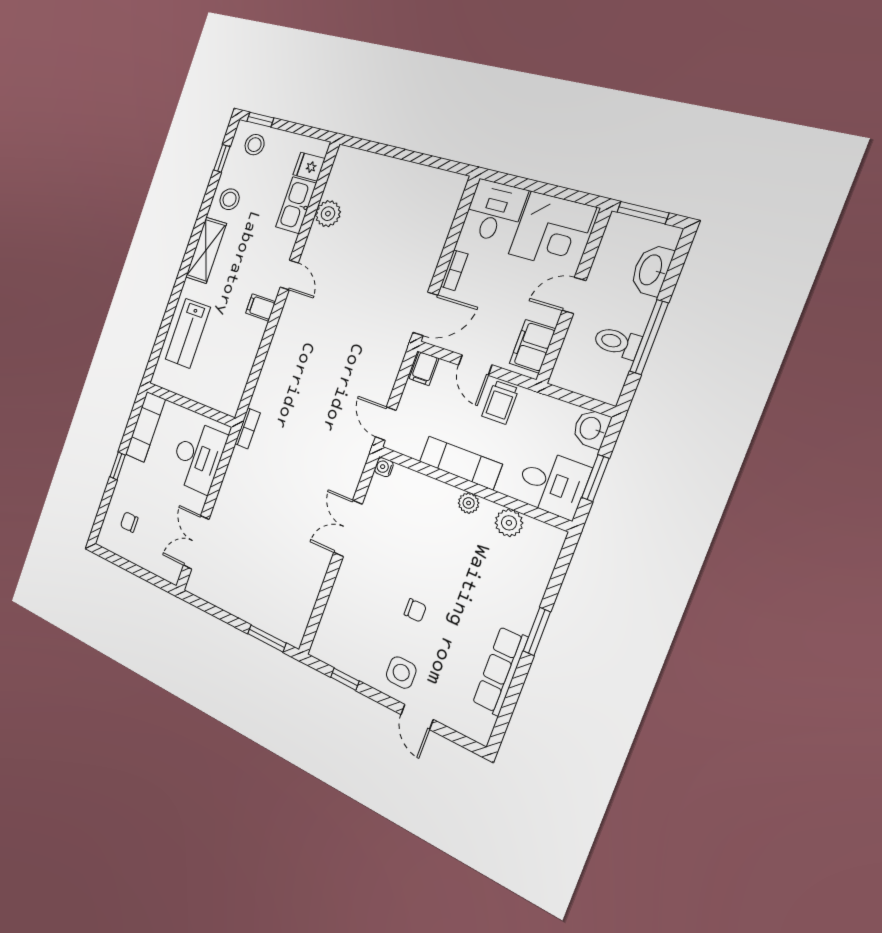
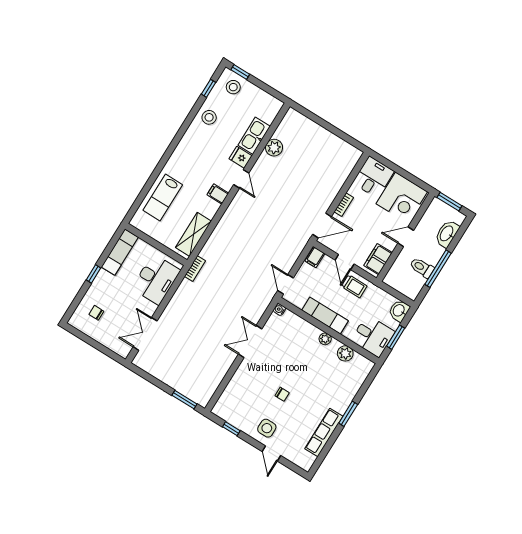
fridge: (309, 167) -> (241, 157), moved
shelving: (206, 250) -> (193, 234), moved
trolley: (500, 402) -> (354, 286), turned -90

